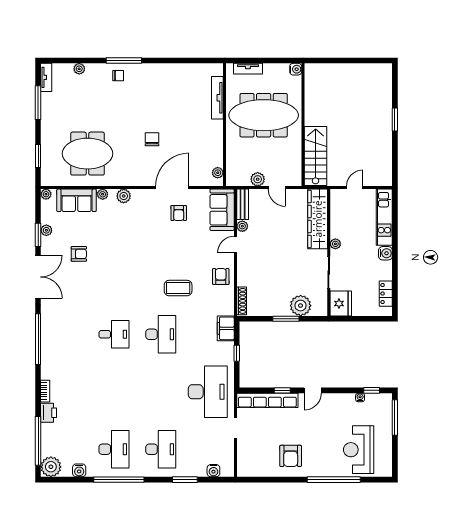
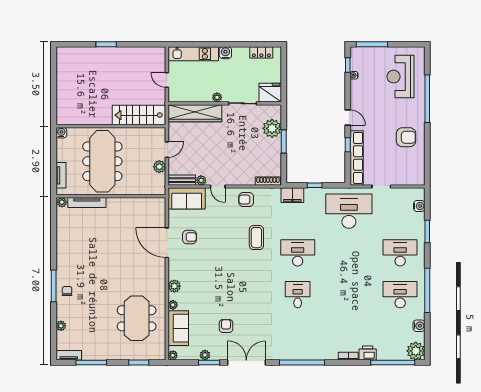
chair: (152, 139) -> (124, 261), removed
plant: (218, 173) -> (62, 202), moved
reception desk: (359, 450) -> (400, 77), turned 90

